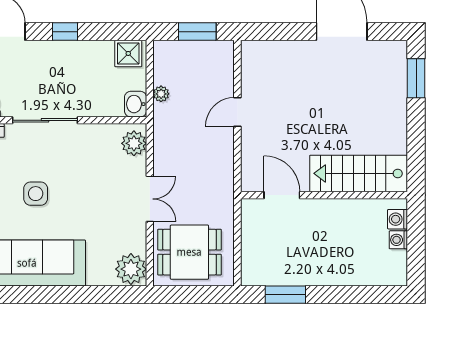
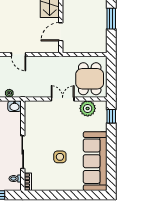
plant: (134, 143) -> (34, 107), removed
plant: (131, 269) -> (88, 108), moved
window: (116, 295) -> (111, 116), added
window: (285, 295) -> (111, 19), moved

